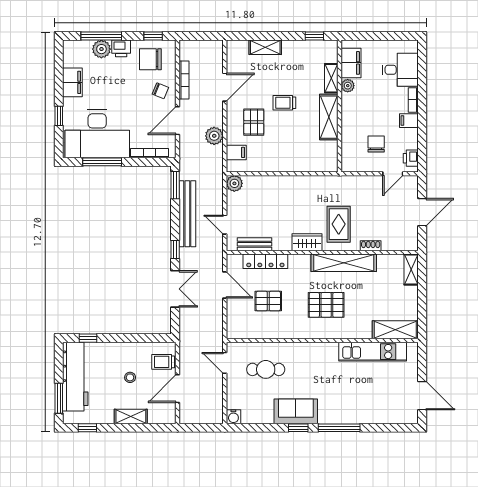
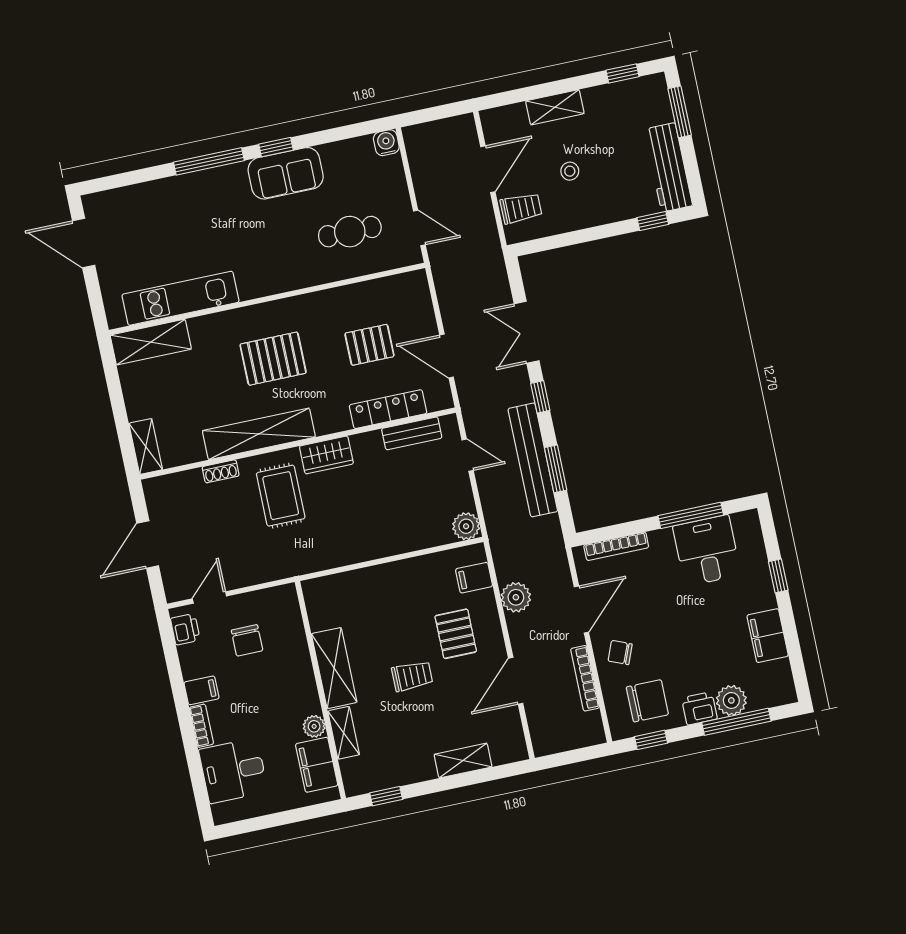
desk: (97, 134) -> (707, 550), width x0.53, depth x0.77
window: (175, 185) -> (556, 469), moved
workbench: (75, 377) -> (668, 167), width x0.73, depth x0.76

